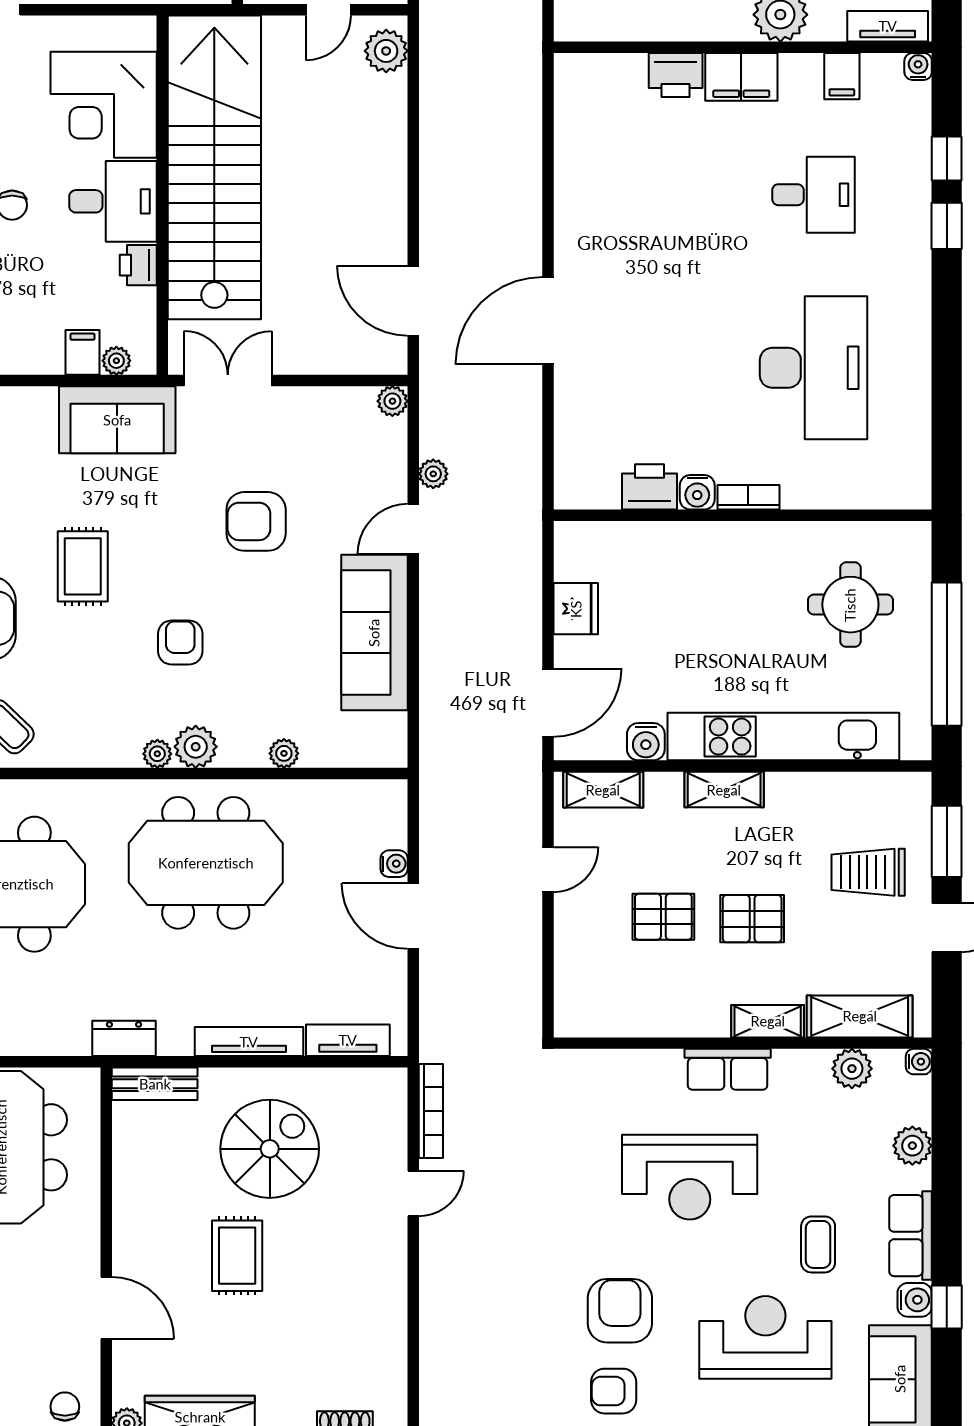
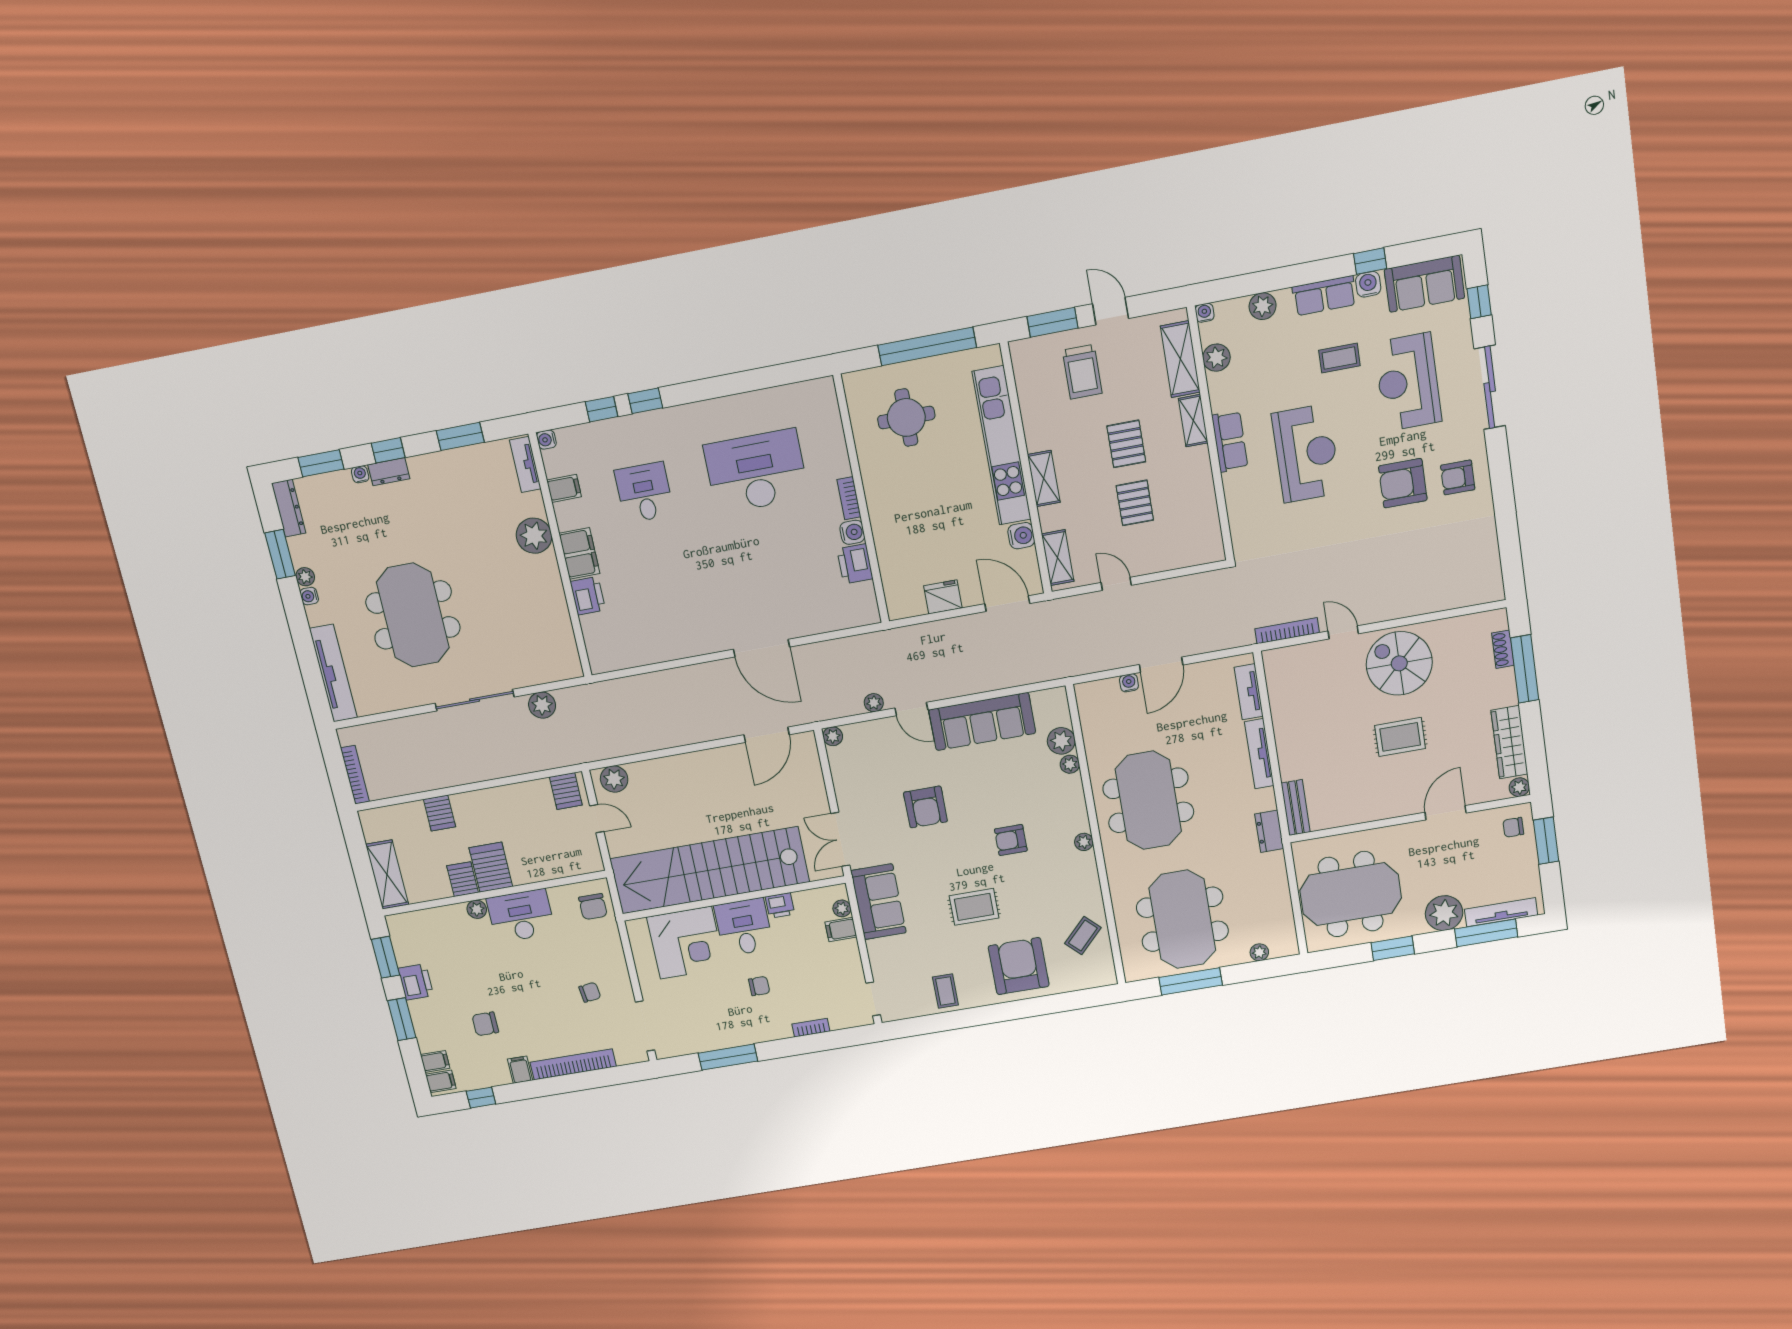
plant: (196, 747) -> (1061, 741), moved
spiral stairs: (270, 1149) -> (1399, 663), moved
armchair: (614, 1391) -> (1458, 477), turned 90

